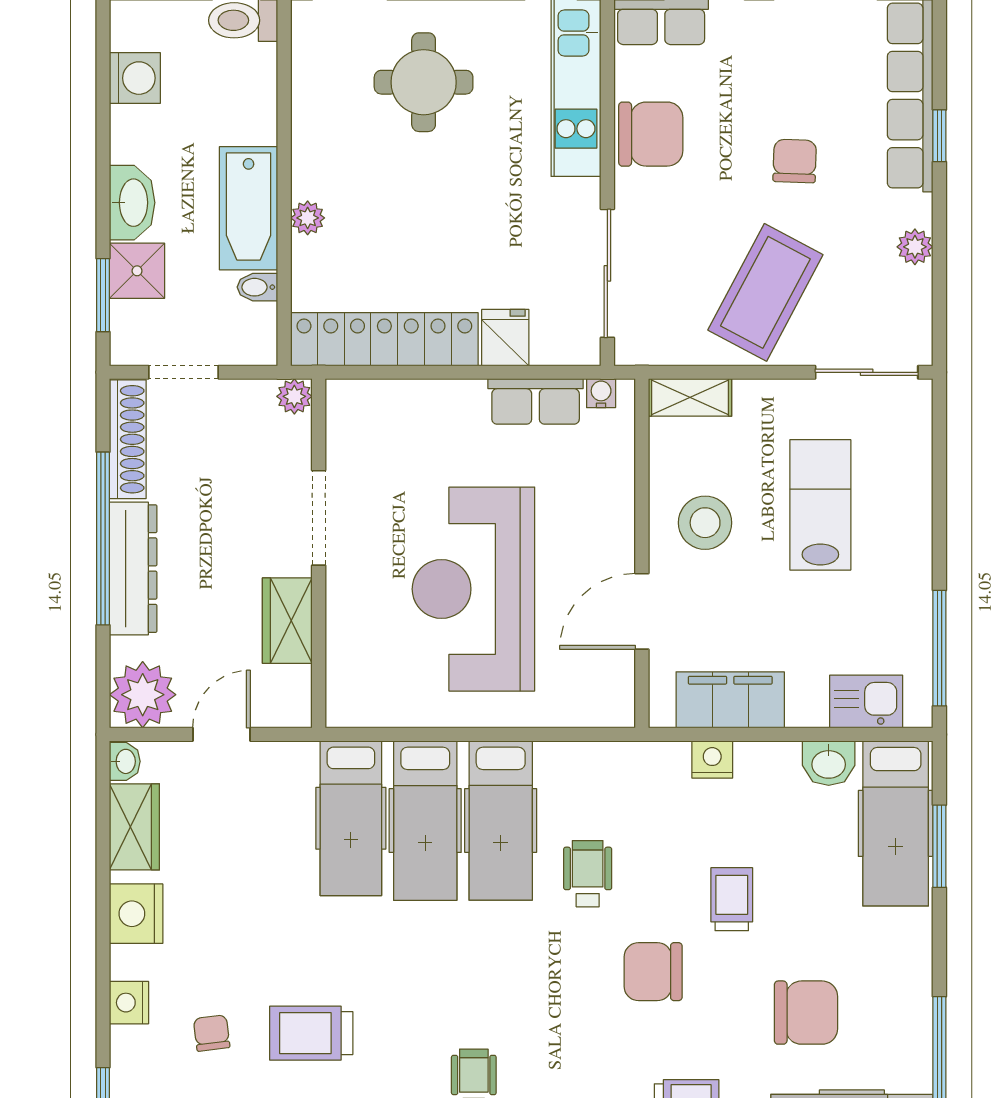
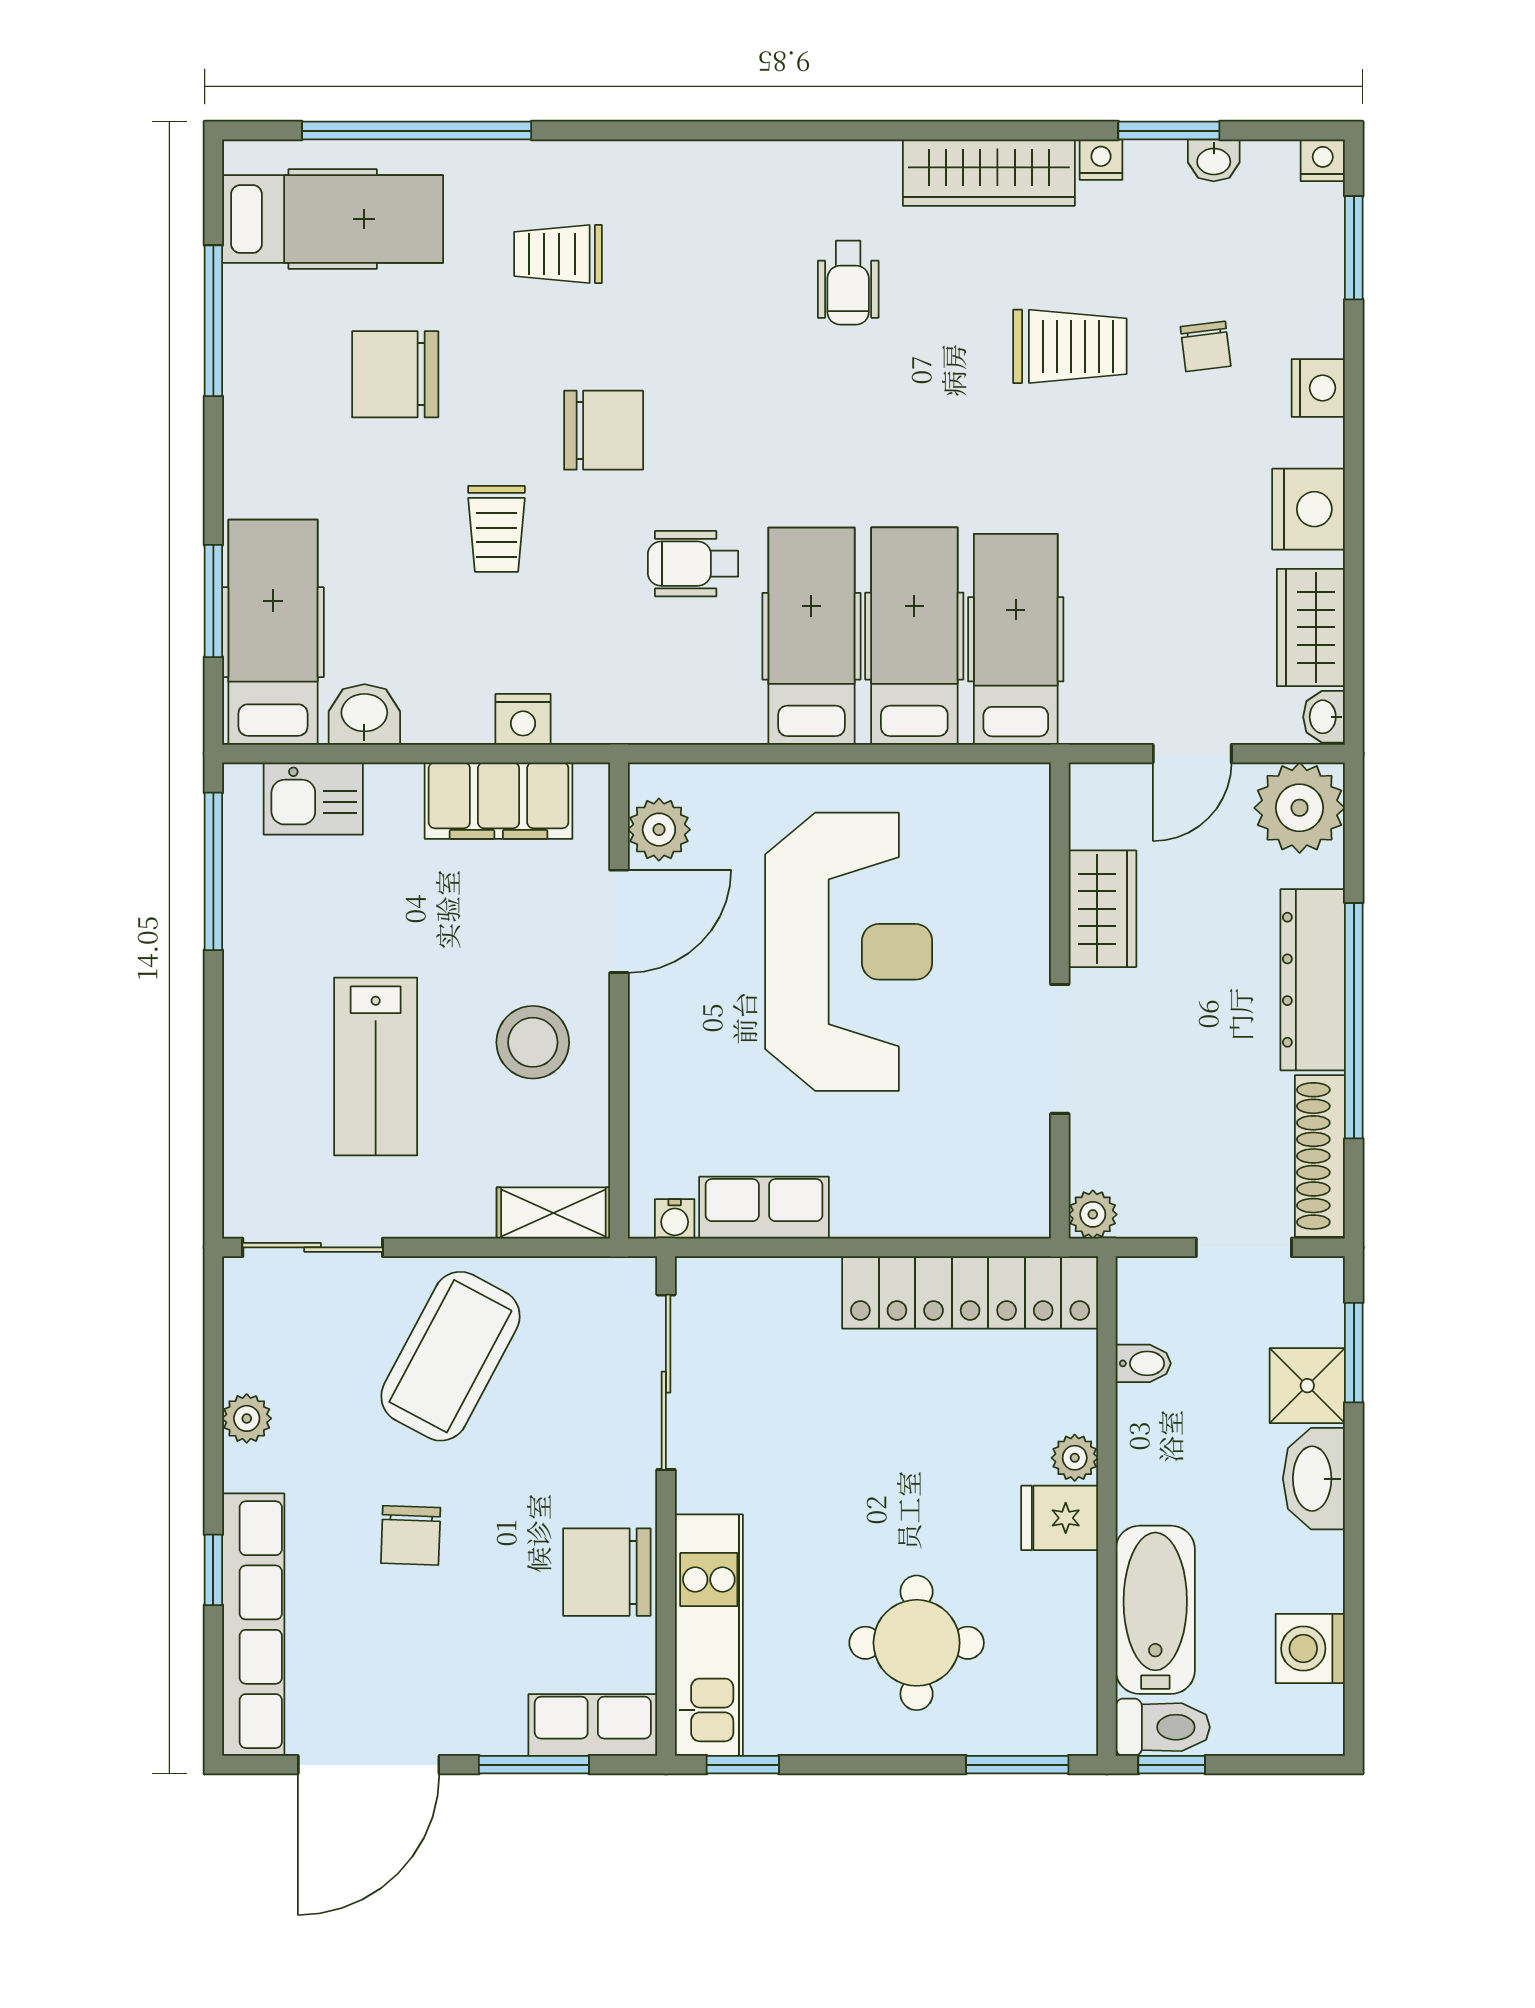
bathtub: (249, 208) -> (1155, 1610), moved
fridge: (505, 338) -> (1060, 1518), moved, turned 90
plant: (613, 679) -> (659, 830), added
wheelchair: (588, 874) -> (693, 564), turned 90

